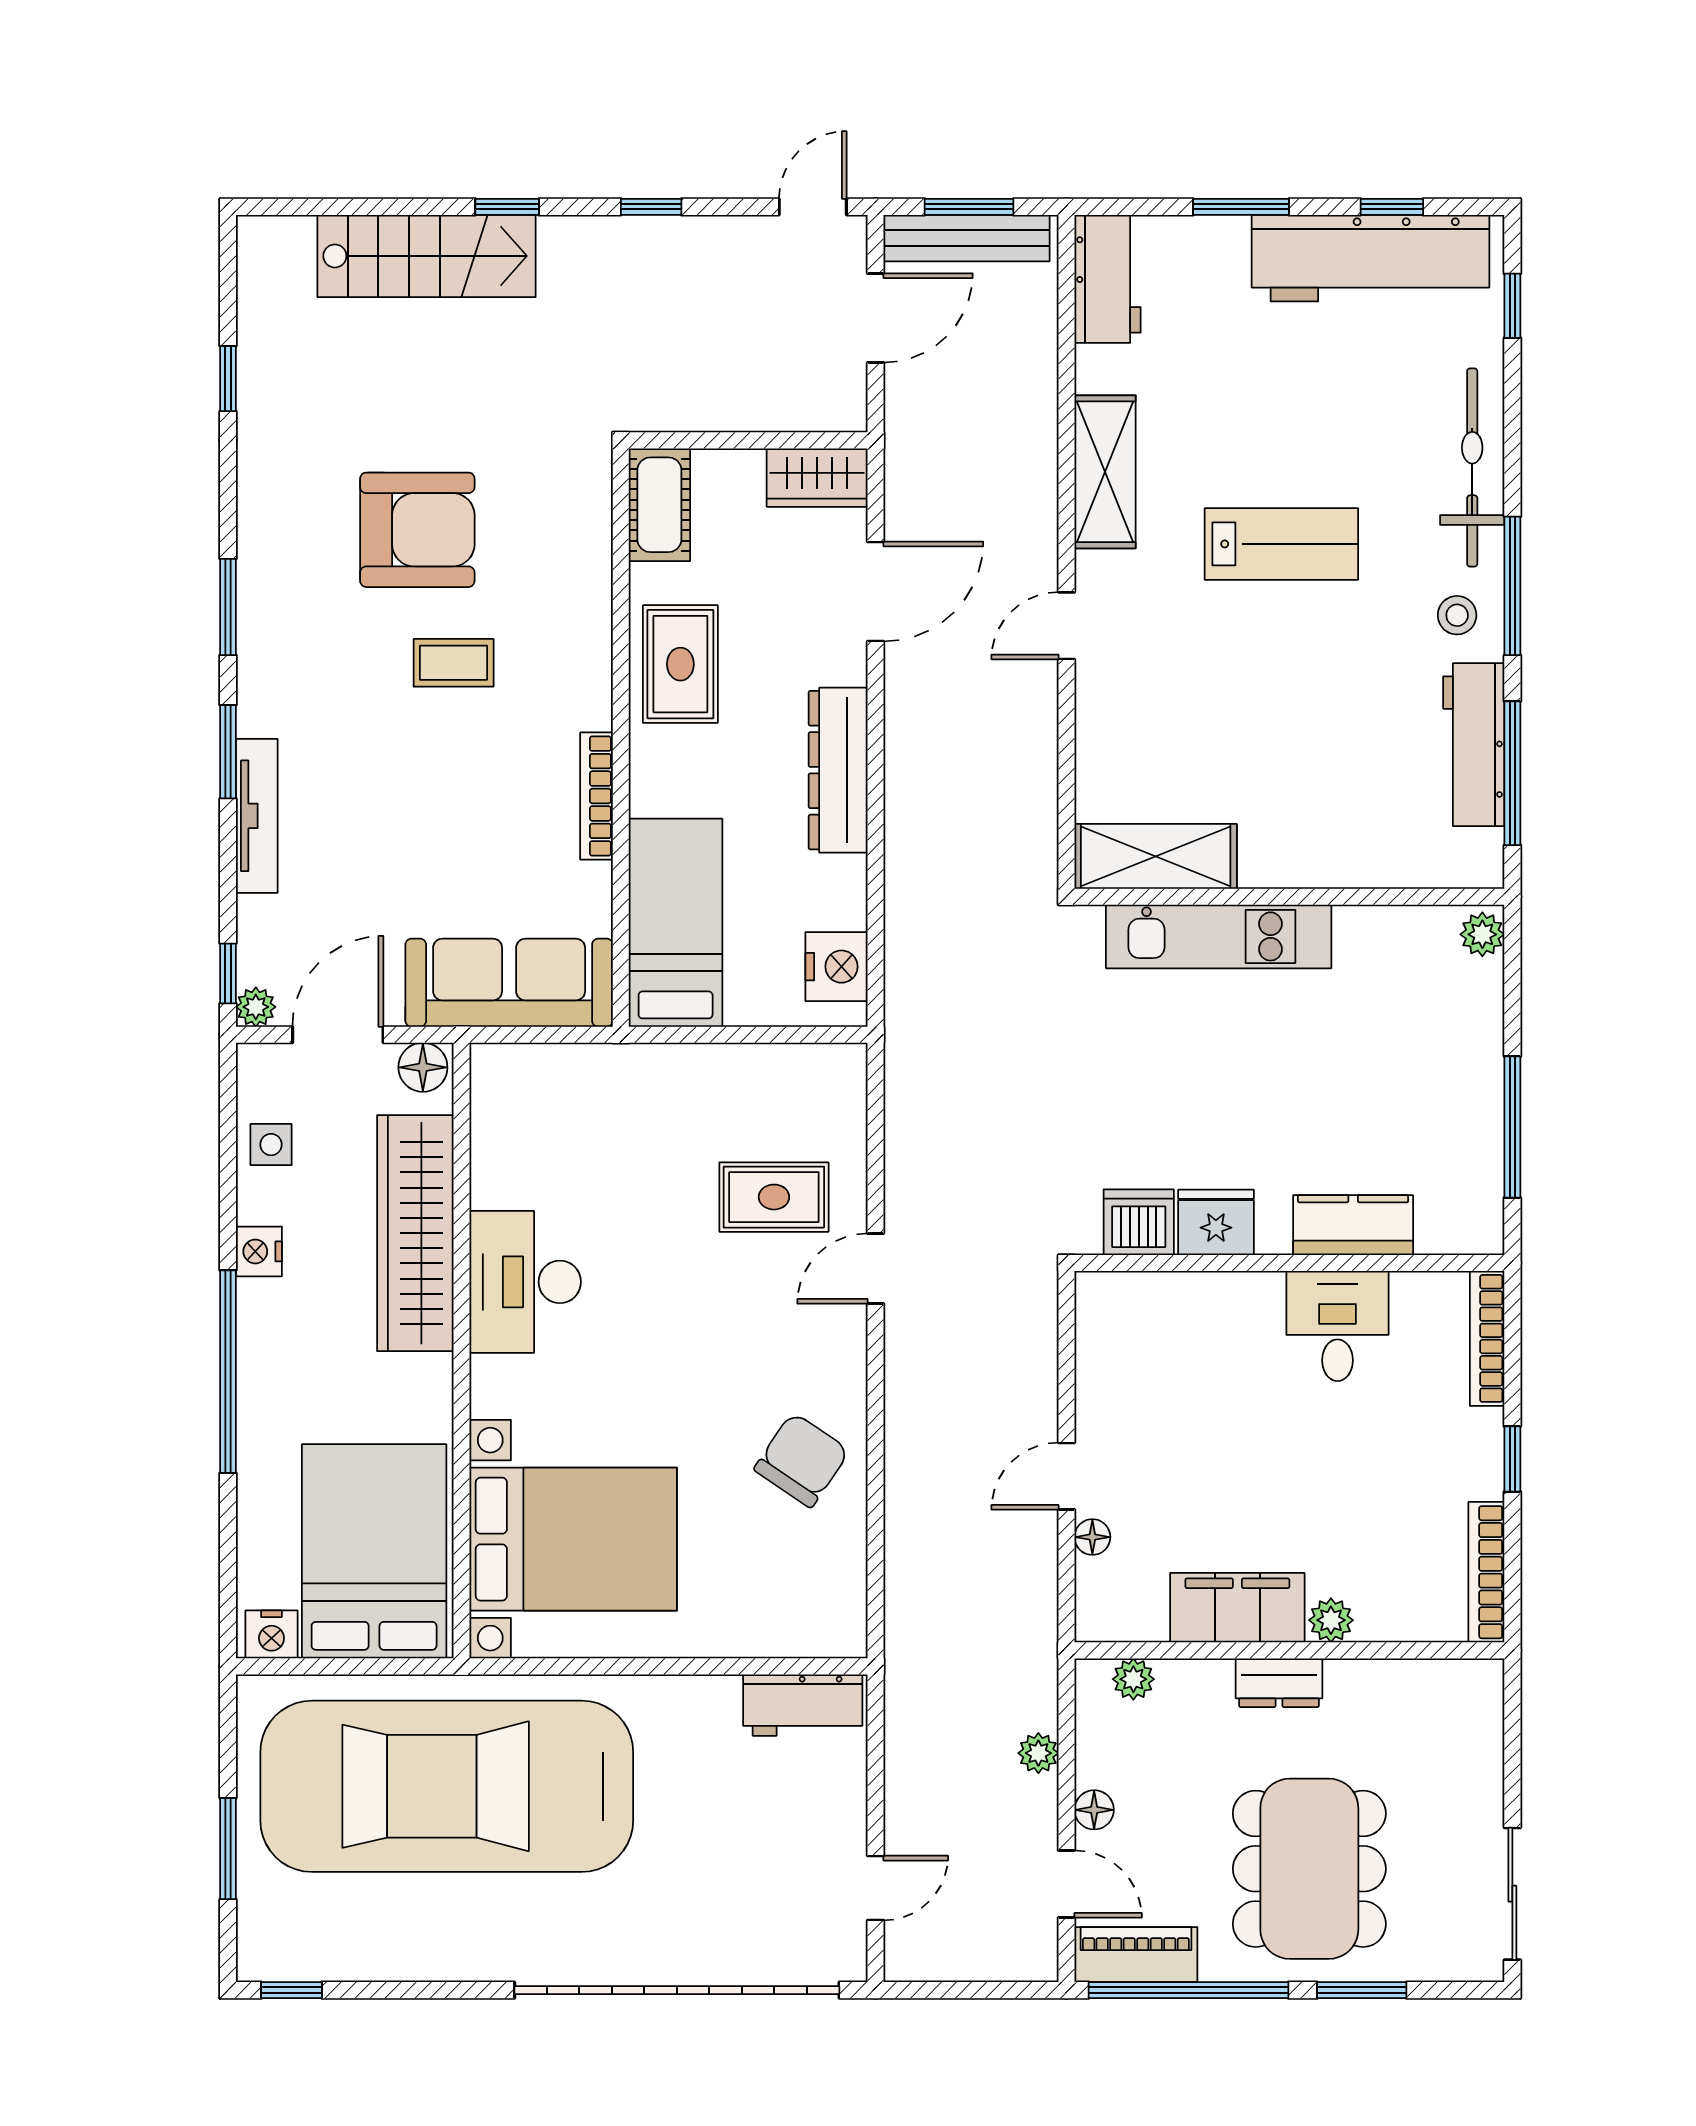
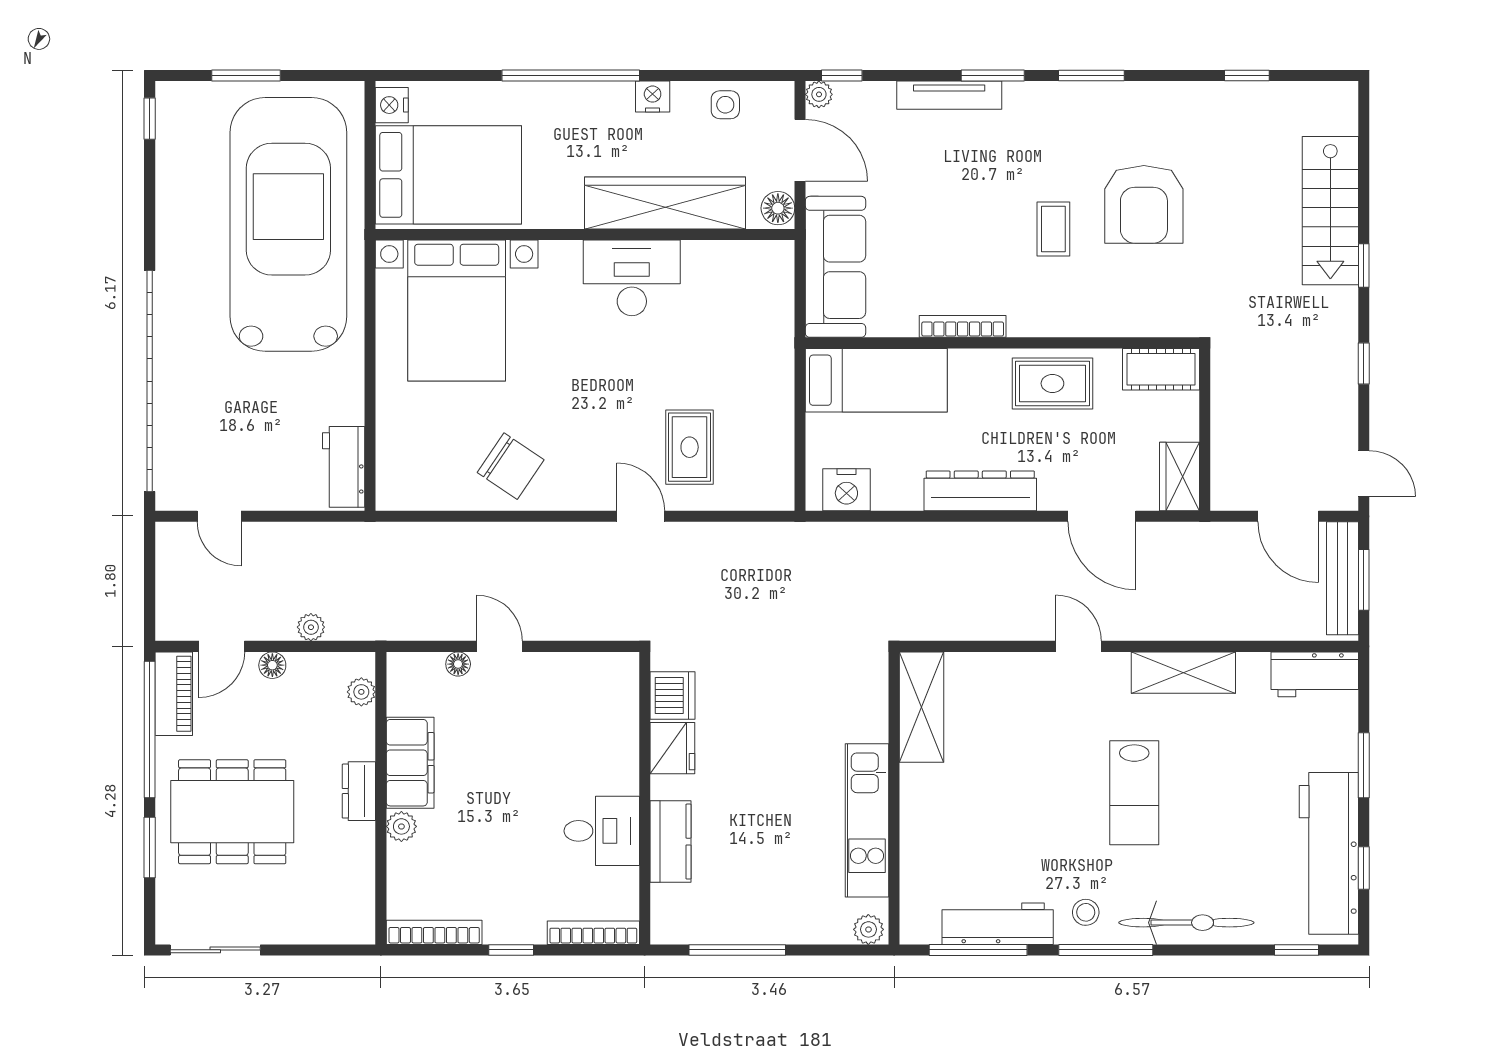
kitchen unit: (1219, 936) -> (867, 820), moved

